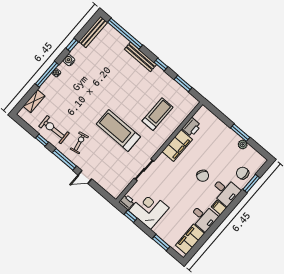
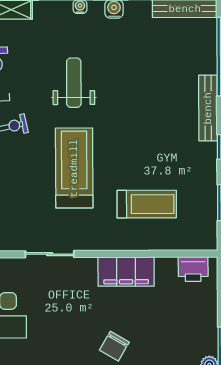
weight bench: (84, 101) -> (74, 83), added
printer: (191, 127) -> (193, 269), moved

